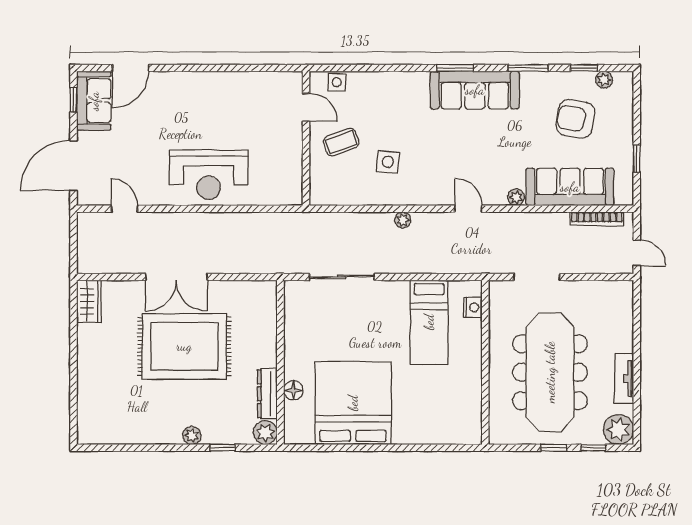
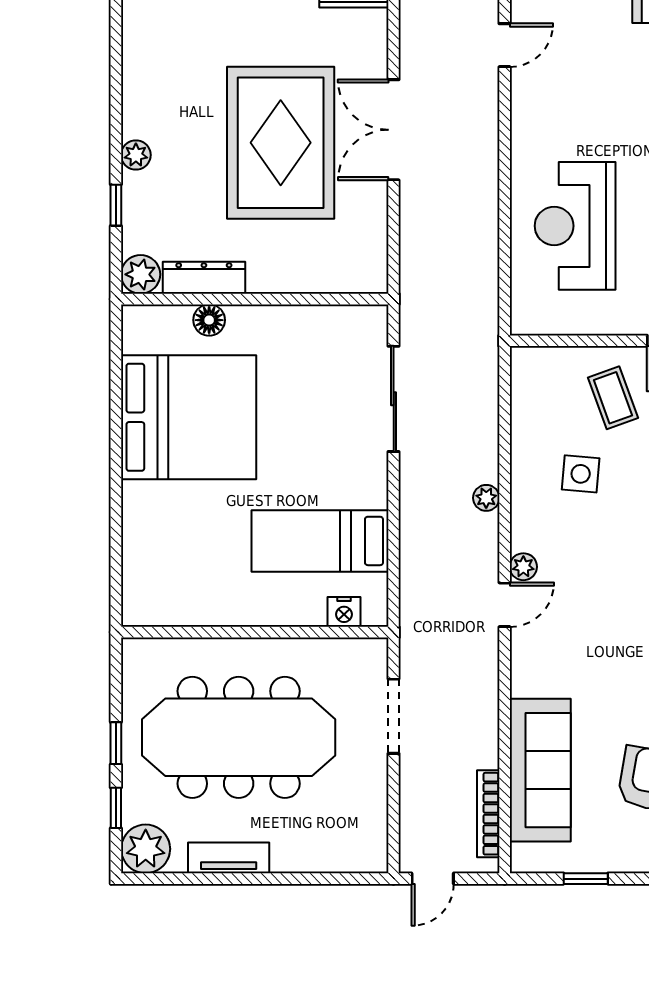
reception desk: (209, 175) -> (575, 226), moved
plant: (516, 197) -> (523, 567), moved

